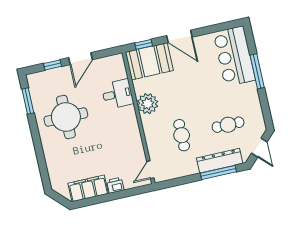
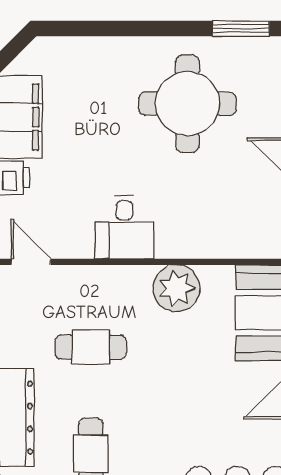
desk: (117, 94) -> (124, 227), moved

